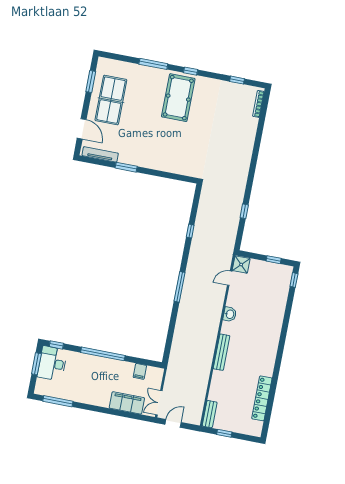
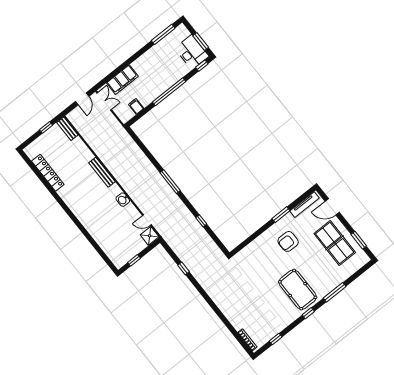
armchair: (144, 141) -> (288, 241), added
door: (230, 278) -> (147, 220), swing flipped
window: (294, 280) -> (109, 262), removed

